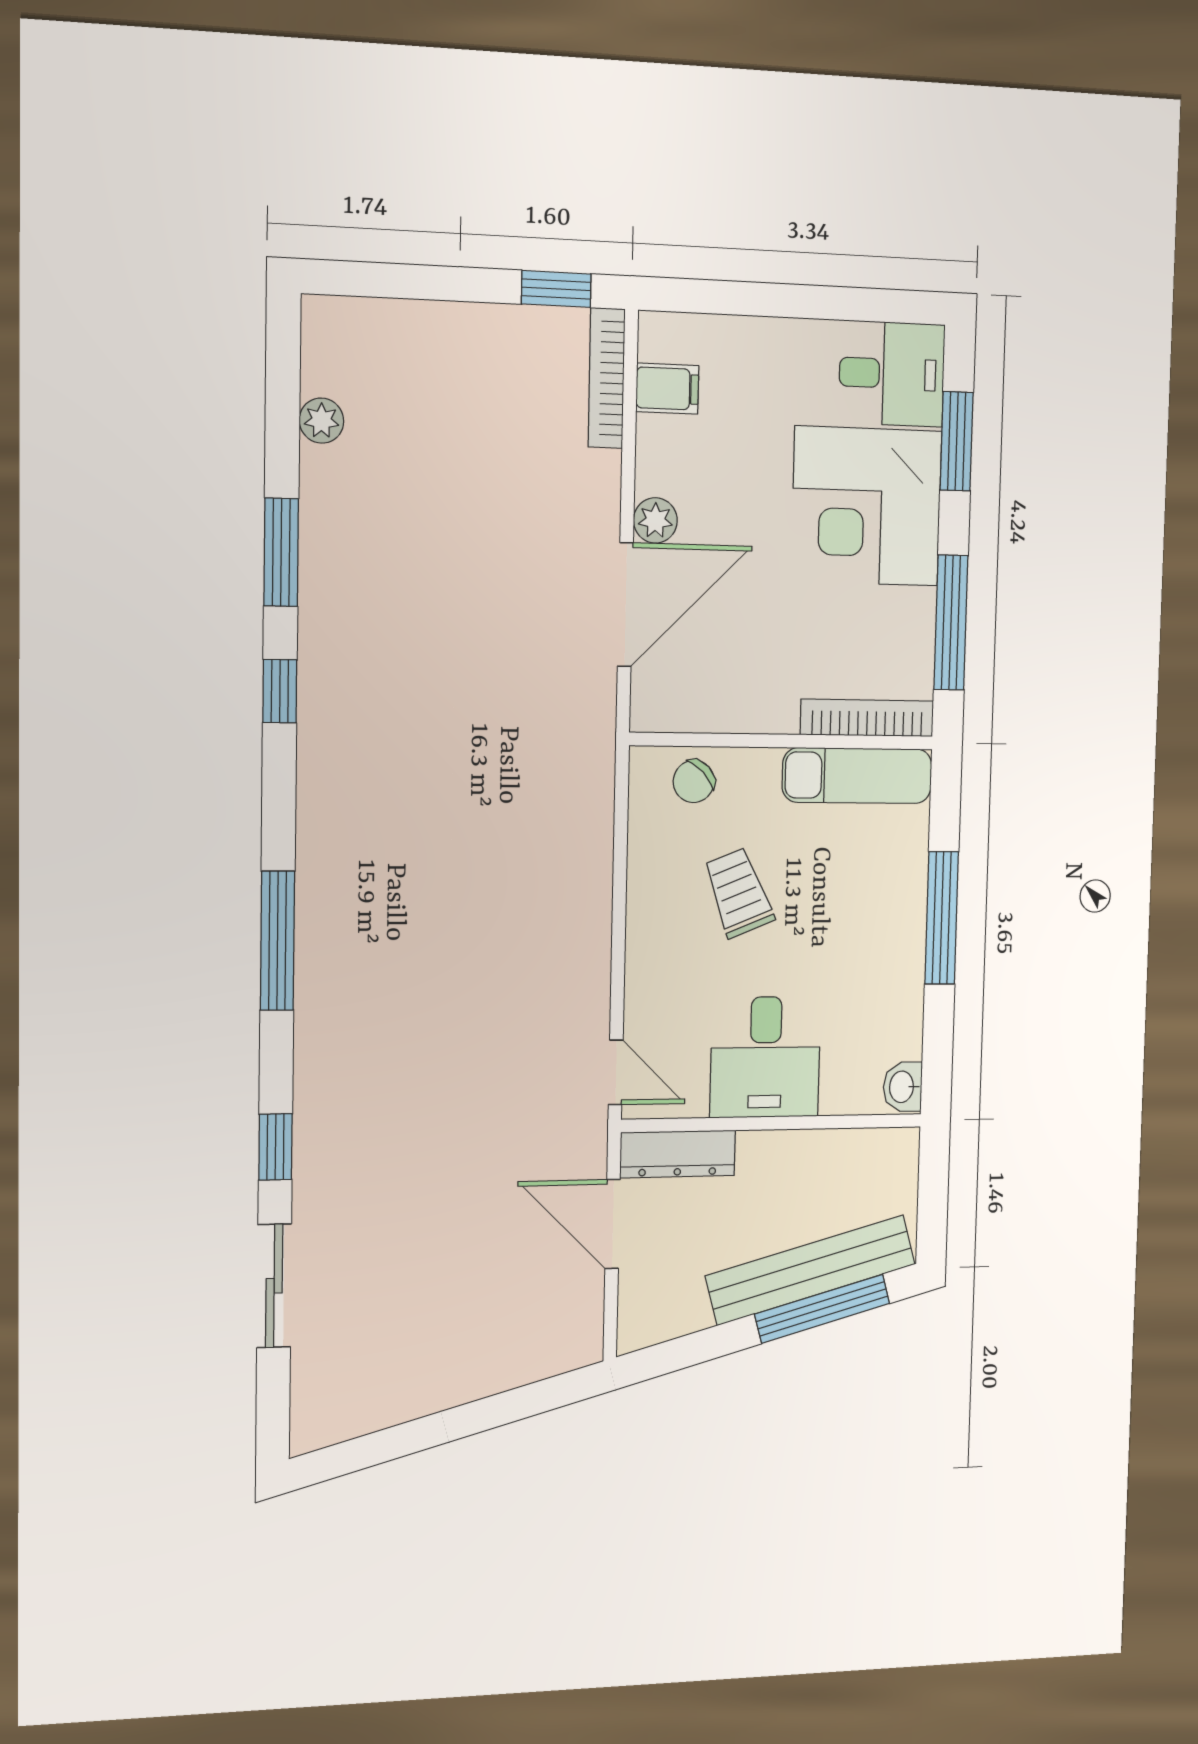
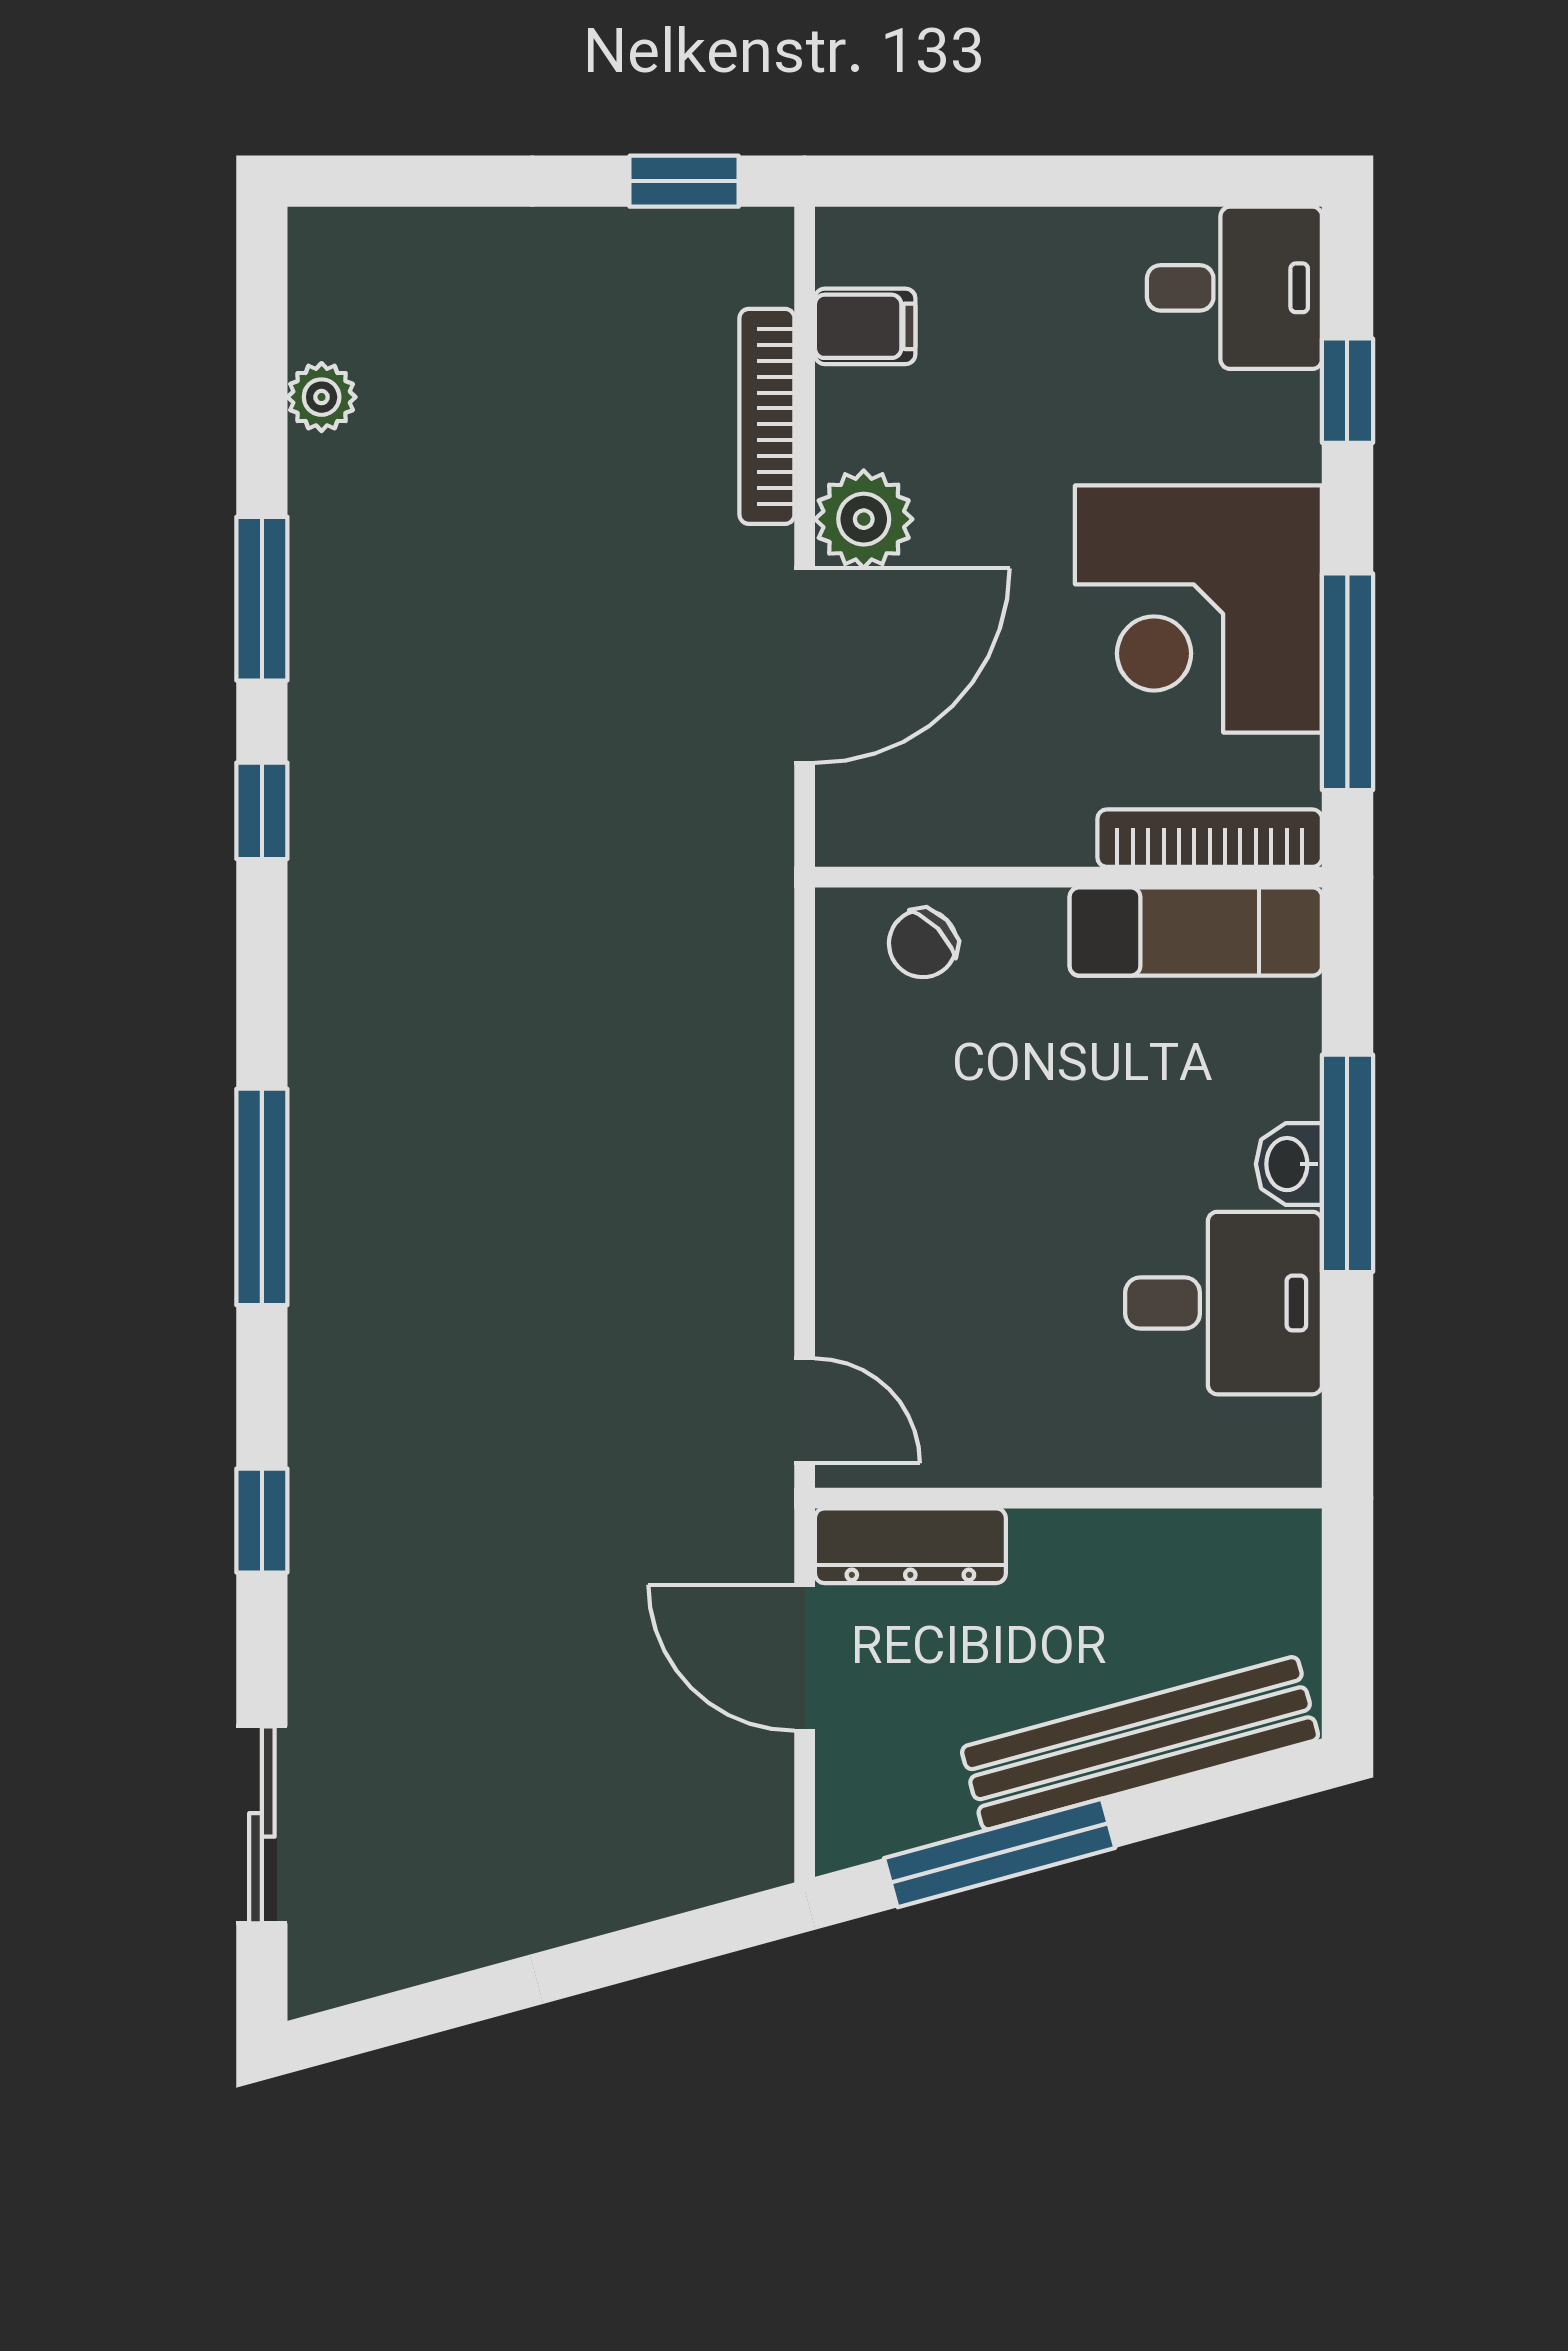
bookcase: (607, 378) -> (767, 416), moved
window: (957, 441) -> (1347, 391), width x0.67
corner desk: (867, 506) -> (1198, 609), moved
plant: (655, 520) -> (864, 519), width x1.38, depth x1.38
trolley: (738, 893) -> (1001, 1122), removed
desk: (765, 1057) -> (1224, 1303), moved, turned -90
washbasin: (903, 1087) -> (1289, 1164), moved
sliding door: (274, 1286) -> (262, 1825), moved
window: (822, 1309) -> (1000, 1853), moved

